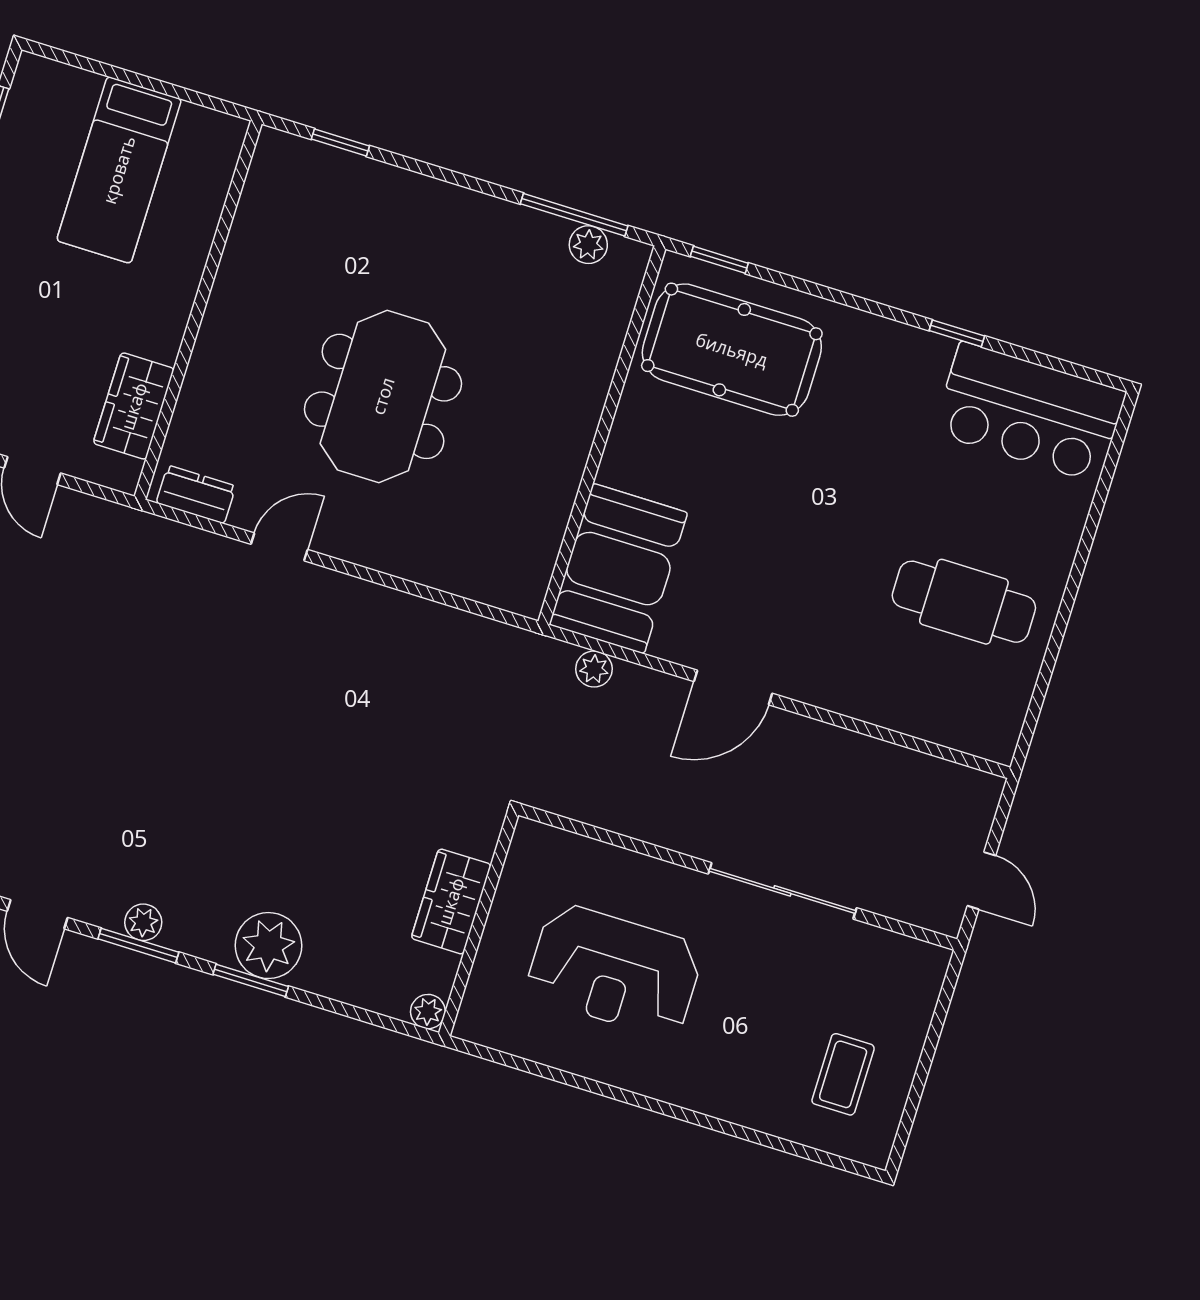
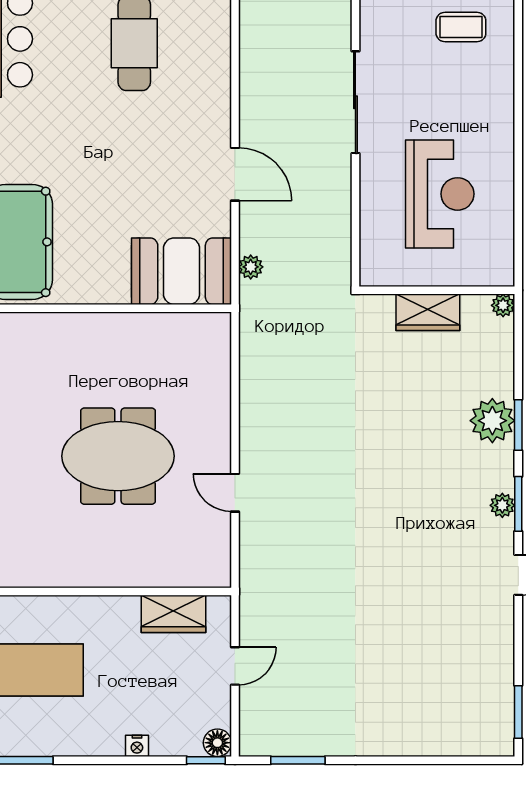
dresser: (196, 494) -> (218, 556), removed

